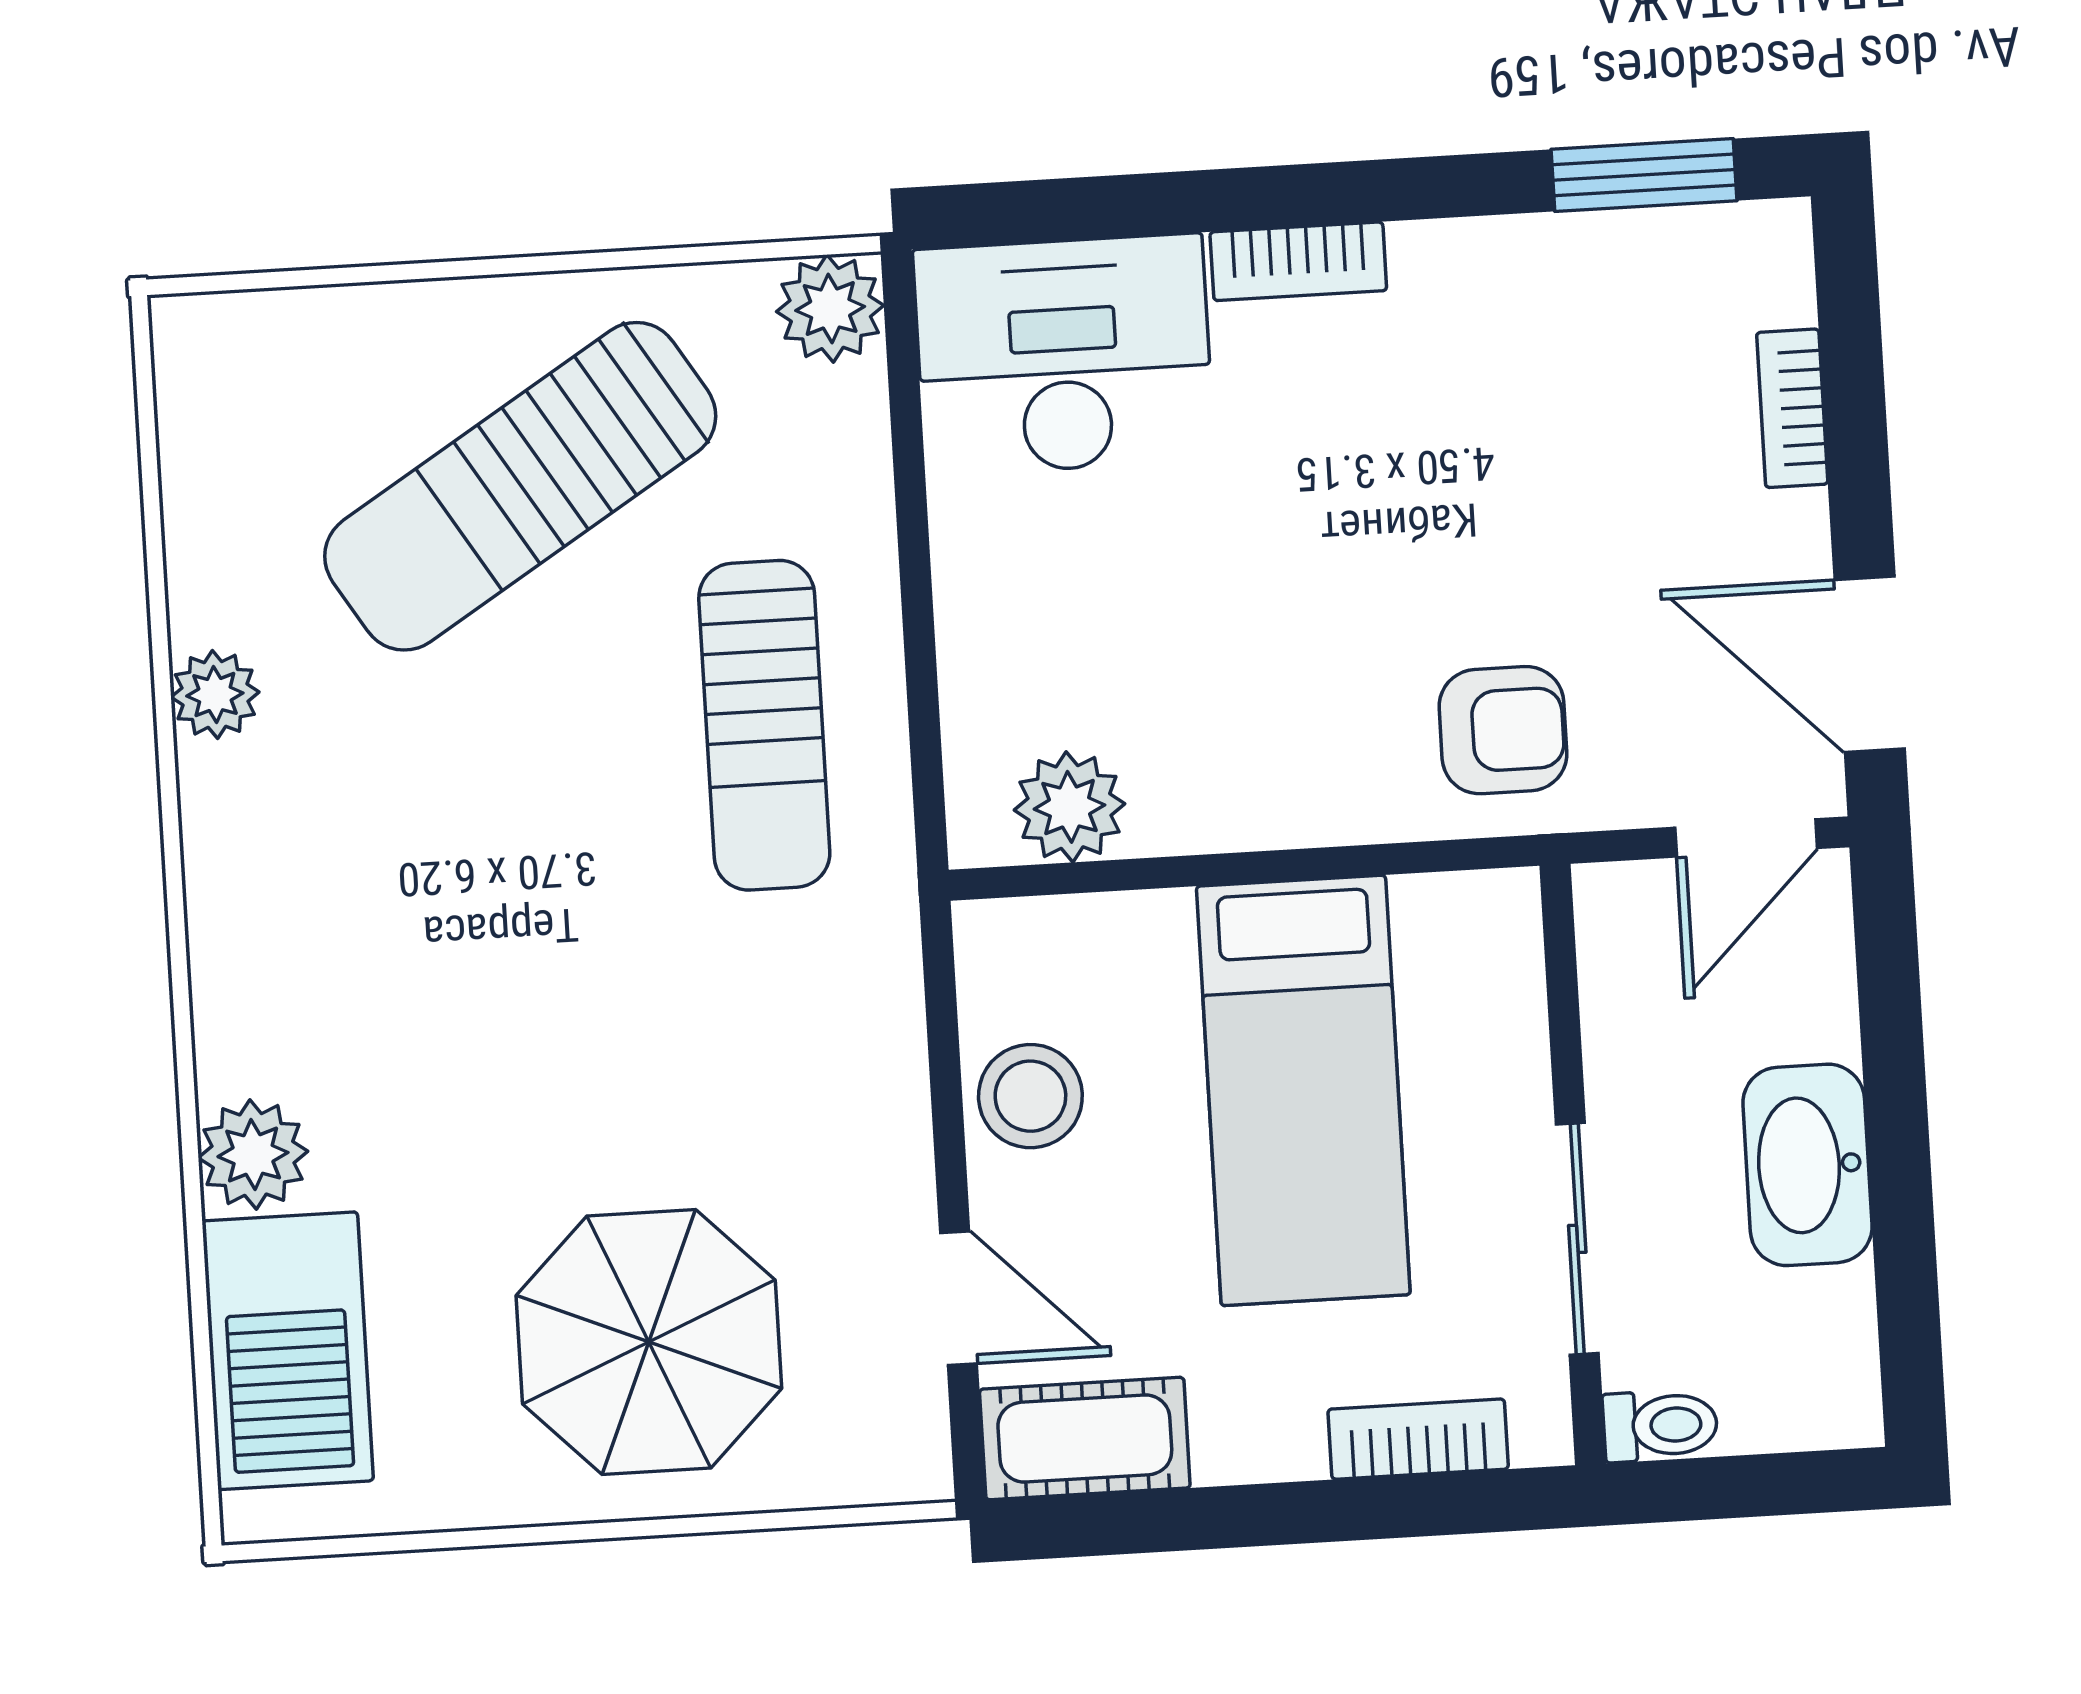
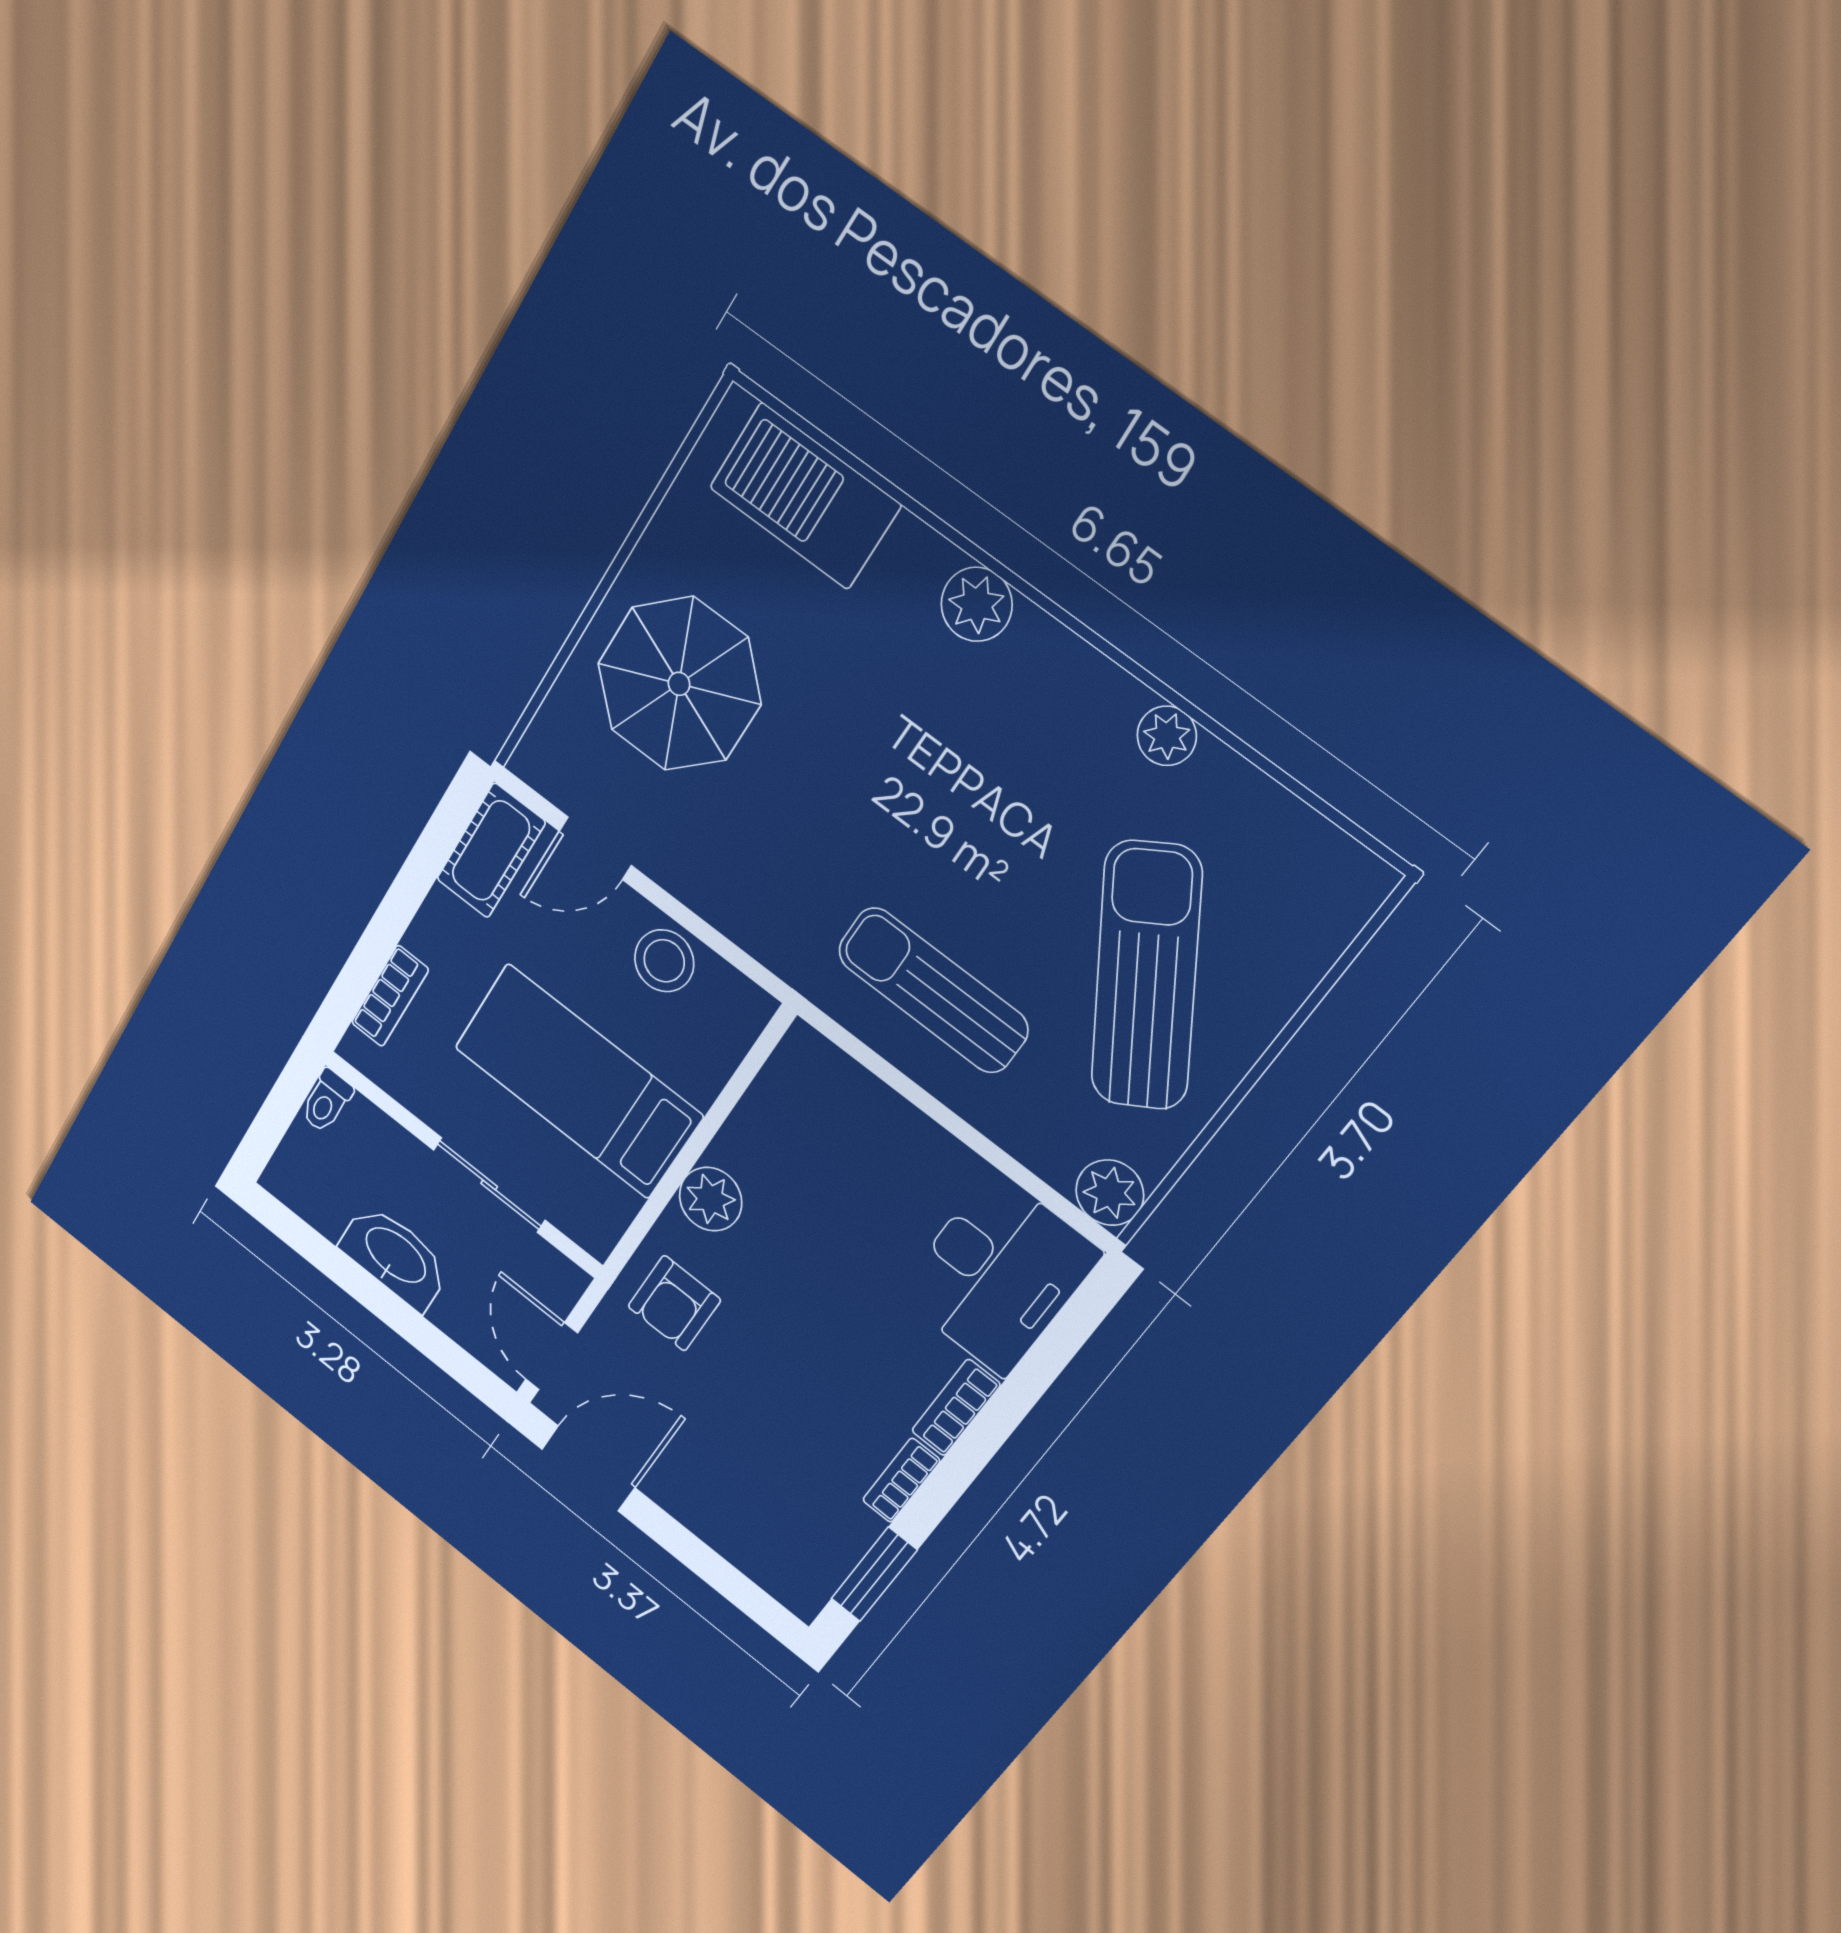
bookcase: (1792, 408) -> (901, 1480), moved, turned -90
plant: (1070, 807) -> (711, 1199), moved
plant: (253, 1154) -> (977, 604), moved
sliding door: (1577, 1239) -> (489, 1185), moved

